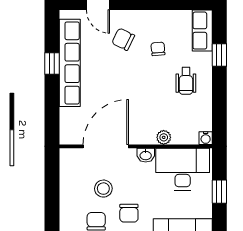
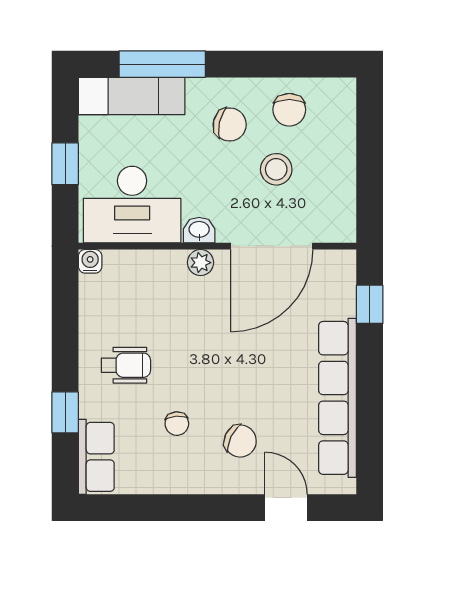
window: (52, 64) -> (370, 304), moved
wheelchair: (186, 81) -> (126, 365), turned 90
plant: (164, 137) -> (201, 263), moved
chair: (129, 213) -> (230, 125), turned 103

